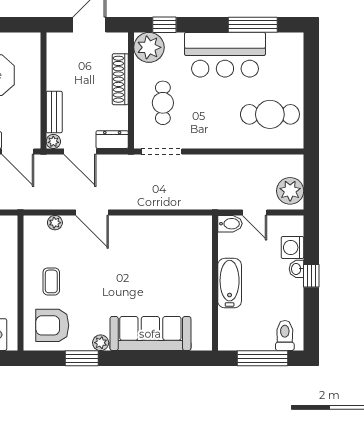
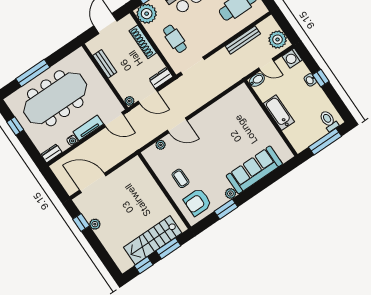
bench: (54, 112) -> (105, 64), moved
bench: (247, 162) -> (243, 40), added
washing machine: (292, 248) -> (292, 58), moved

